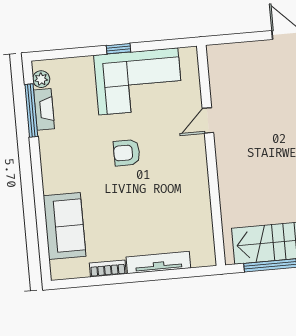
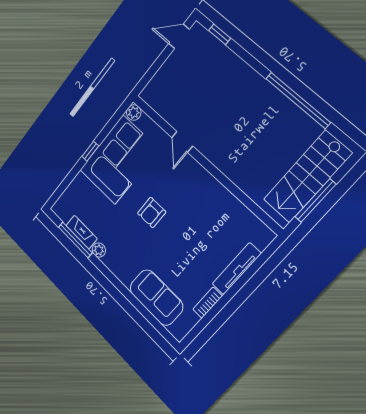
plant: (189, 55) -> (134, 112), added
plant: (41, 79) -> (99, 250), moved

